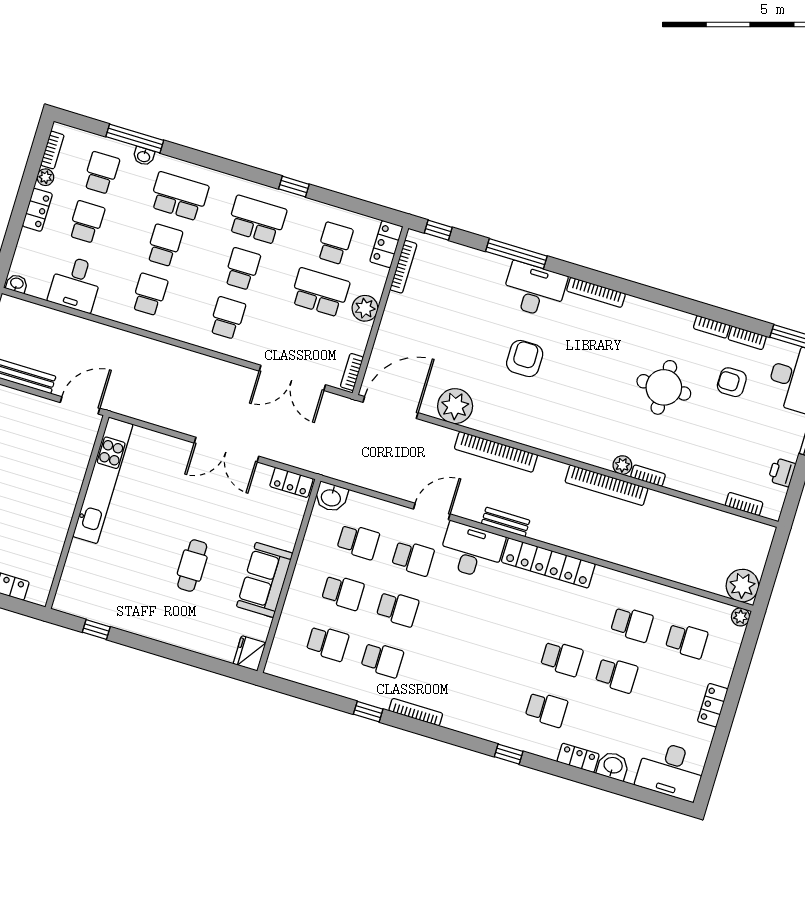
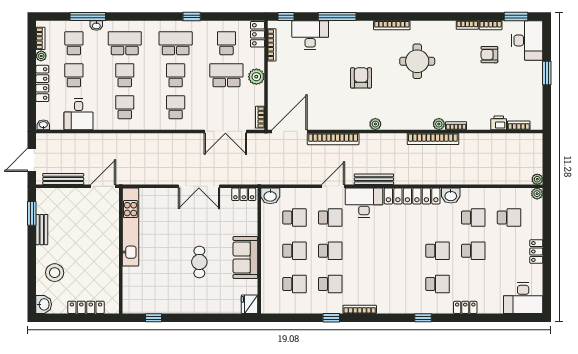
locker: (37, 210) -> (42, 83), width x1.53
desk: (534, 290) -> (310, 35), moved
round table: (664, 387) -> (417, 61), moved
plant: (455, 406) -> (375, 124), moved, width x0.53, depth x0.53
bookcase: (496, 452) -> (333, 139), moved
printer: (782, 472) -> (499, 123), moved, turned 90
bench: (506, 522) -> (374, 179), width x1.36
plant: (742, 586) -> (537, 179), width x0.53, depth x0.53
washbasin: (613, 766) -> (451, 196), moved, turned 180

